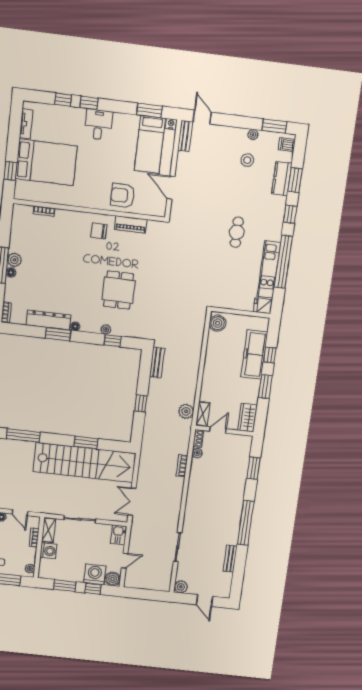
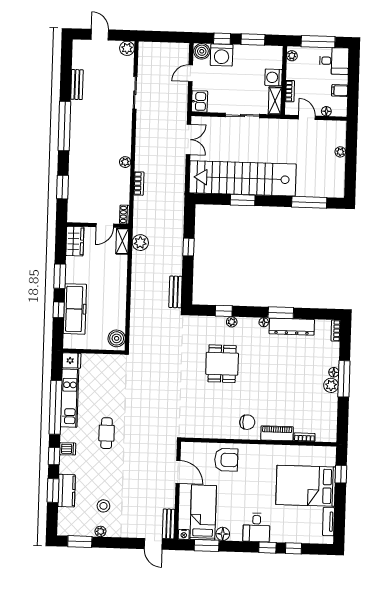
floor lamp: (132, 121) -> (223, 534), added
dishwasher: (287, 145) -> (68, 449), moved
piano: (131, 225) -> (277, 433), moved
plant: (197, 453) -> (125, 162), moved

